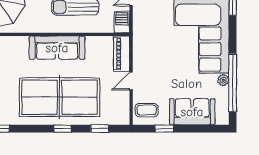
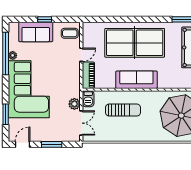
plant: (140, 15) -> (74, 104), added
window: (63, 129) -> (132, 19), removed
window: (100, 129) -> (105, 19), removed
window: (164, 129) -> (45, 19), moved

